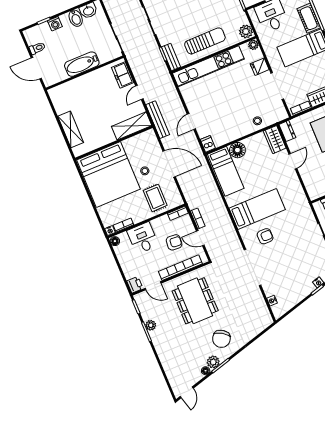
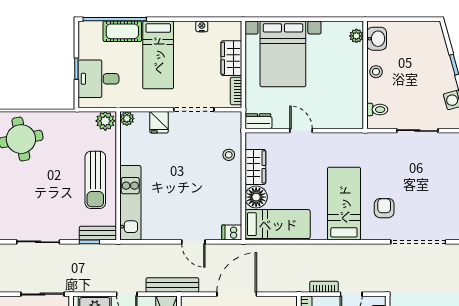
sun lounger: (205, 41) -> (95, 180), turned 180
kitchen unit: (208, 66) -> (130, 203), width x0.73
wardrobe: (275, 140) -> (255, 167), moved, turned -90

